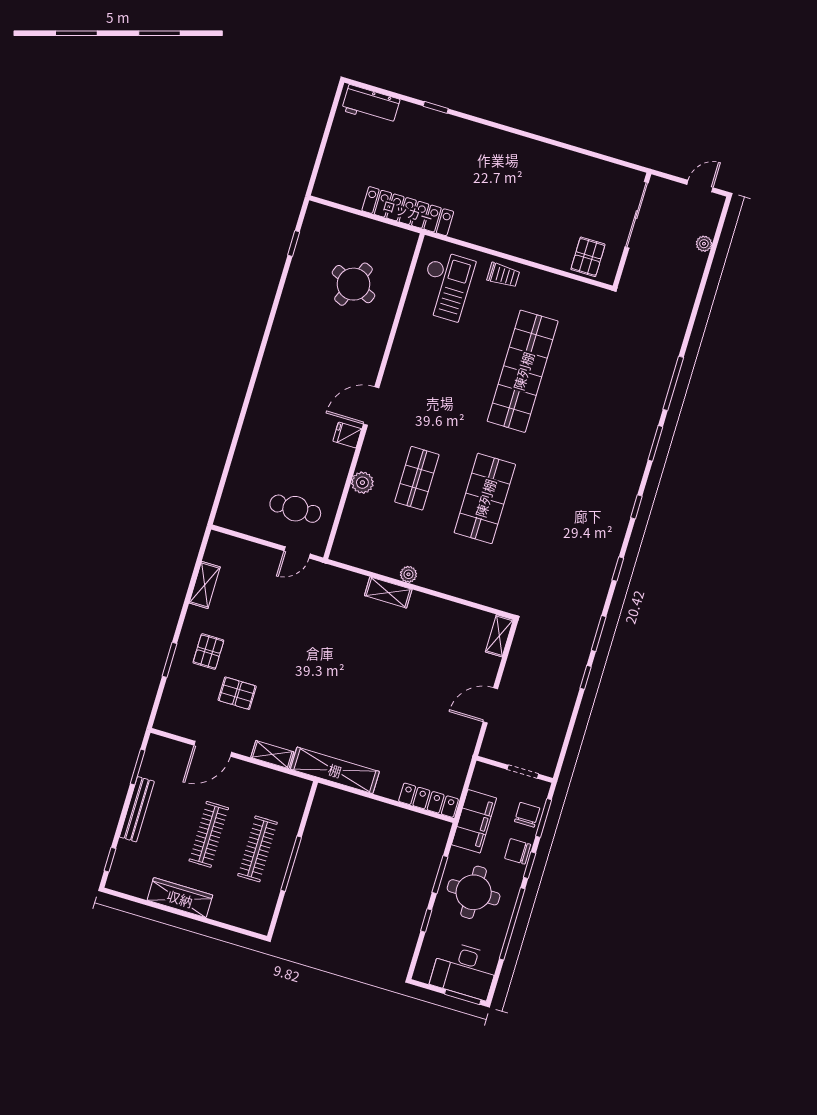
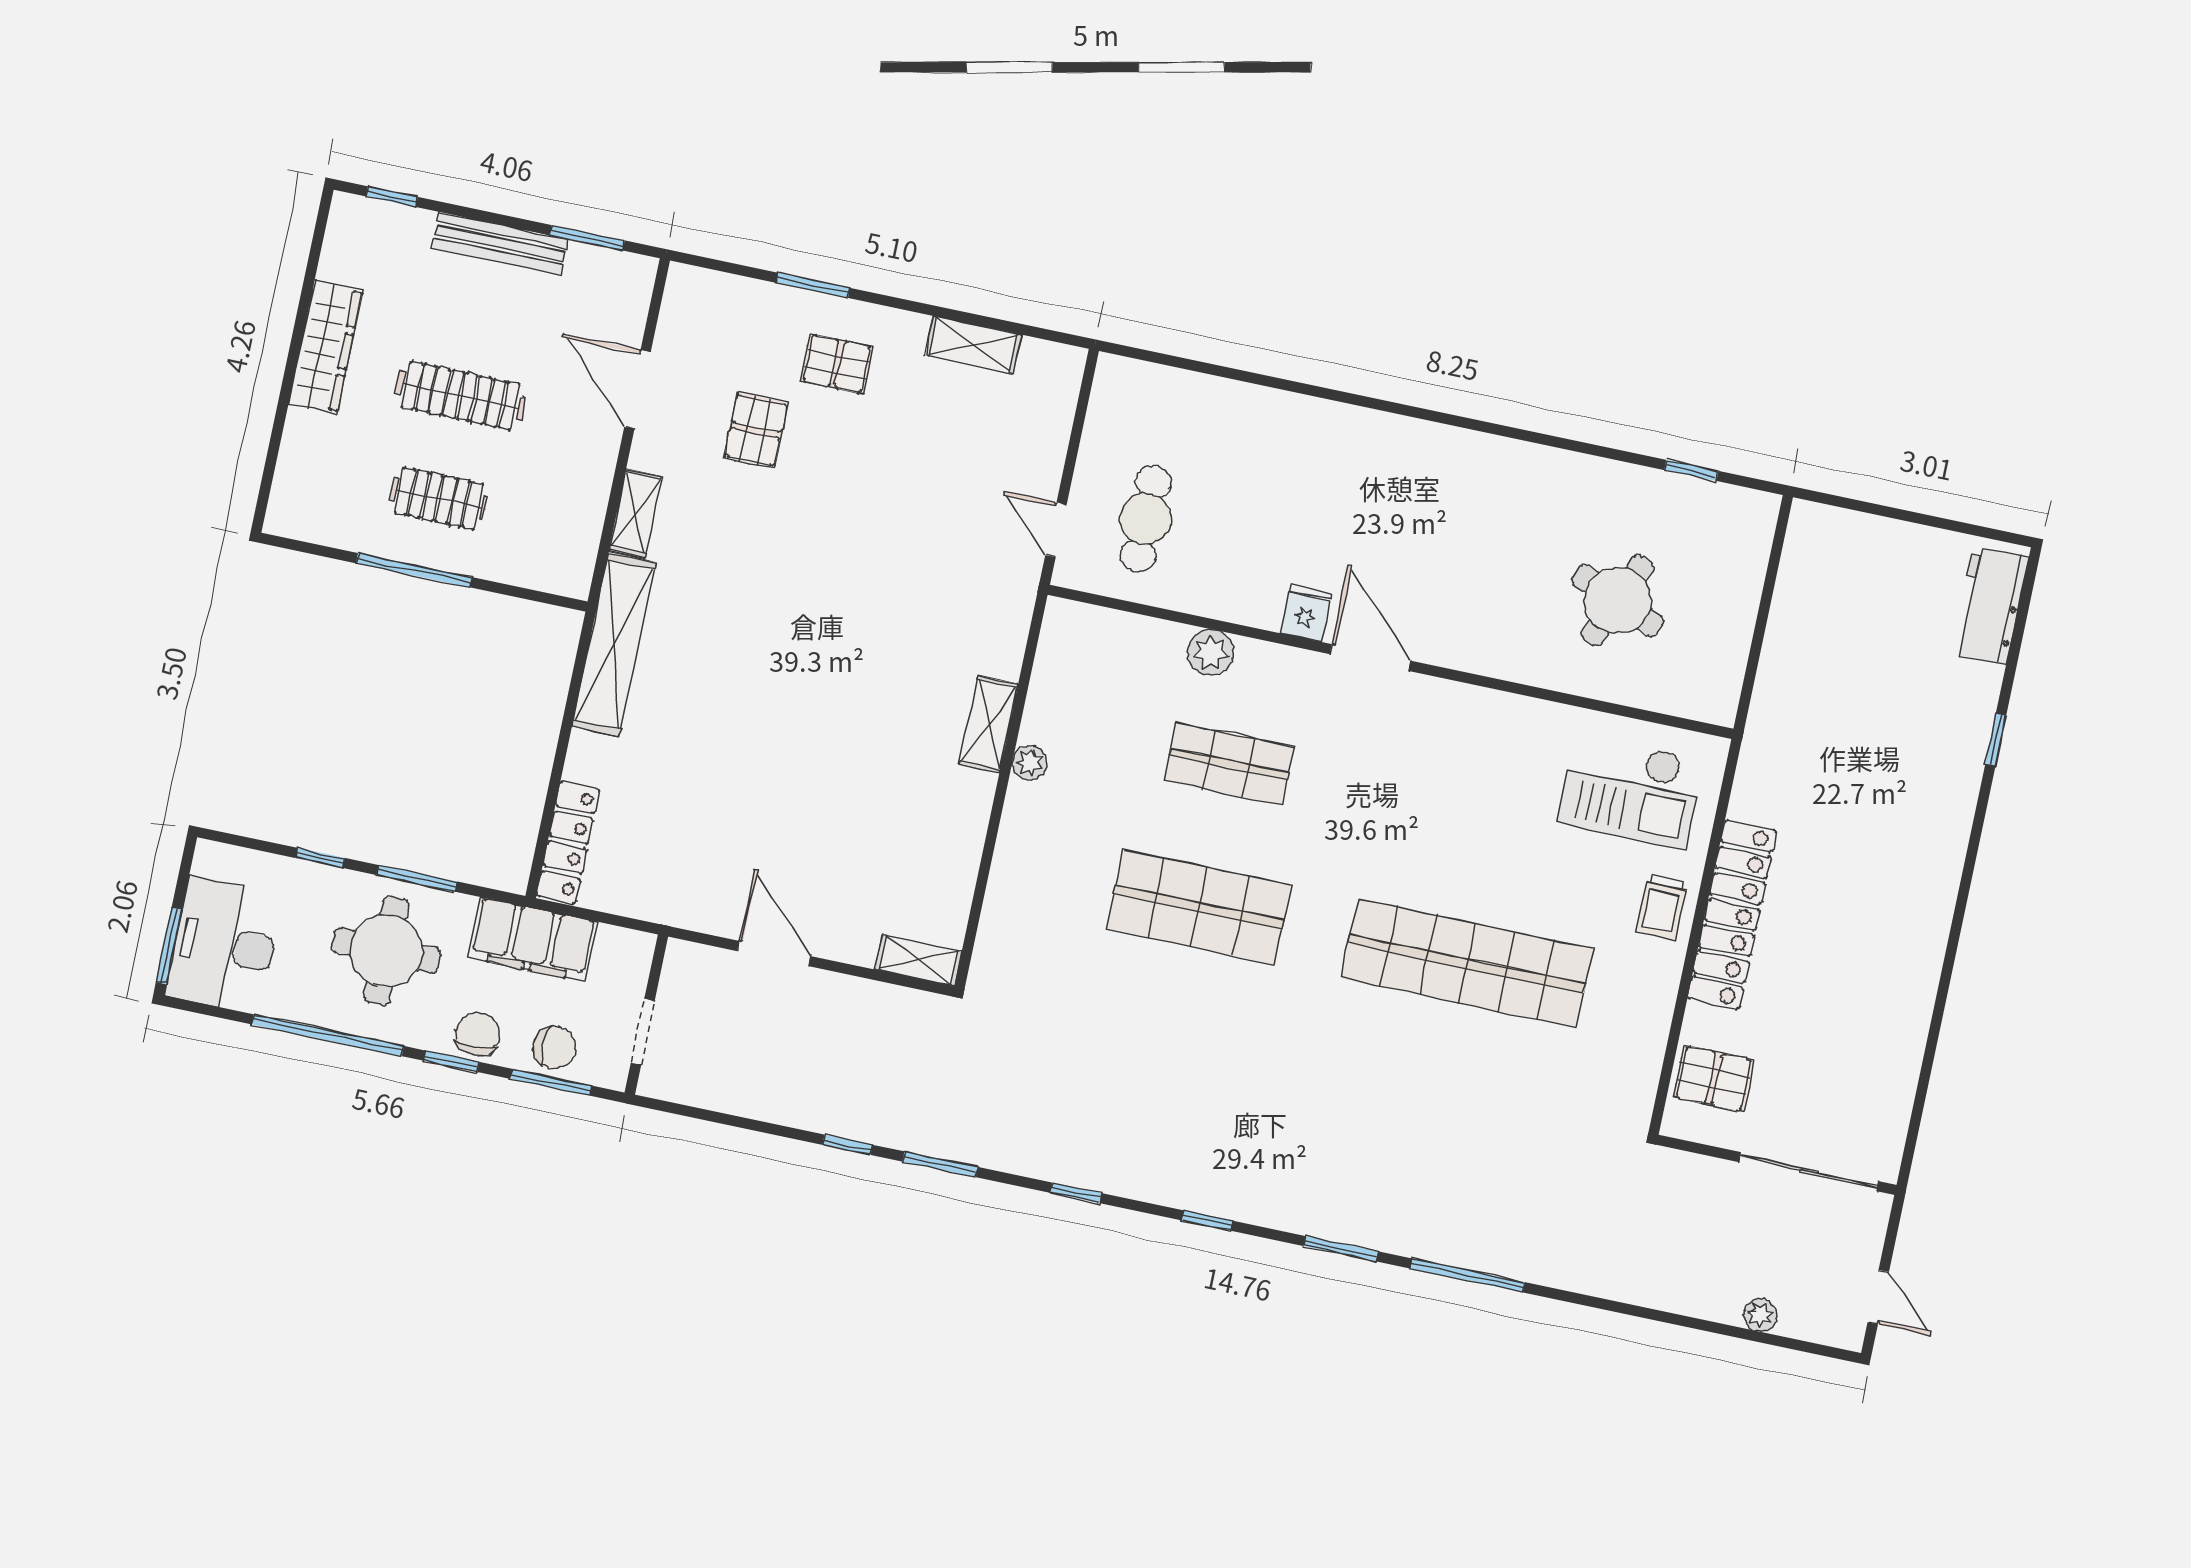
locker: (408, 211) -> (1732, 915), moved
clothes rail: (257, 849) -> (439, 498), width x0.73

